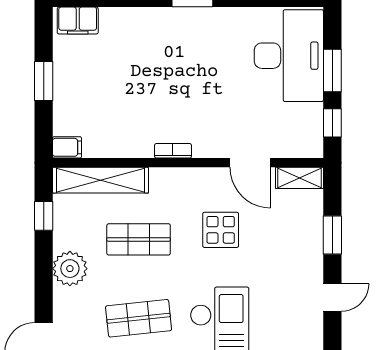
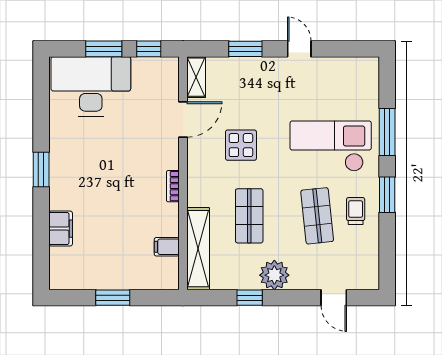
filing cabinet: (78, 21) -> (61, 229), moved
filing cabinet: (67, 147) -> (167, 247), moved, turned -90
window: (44, 216) -> (250, 298), moved

